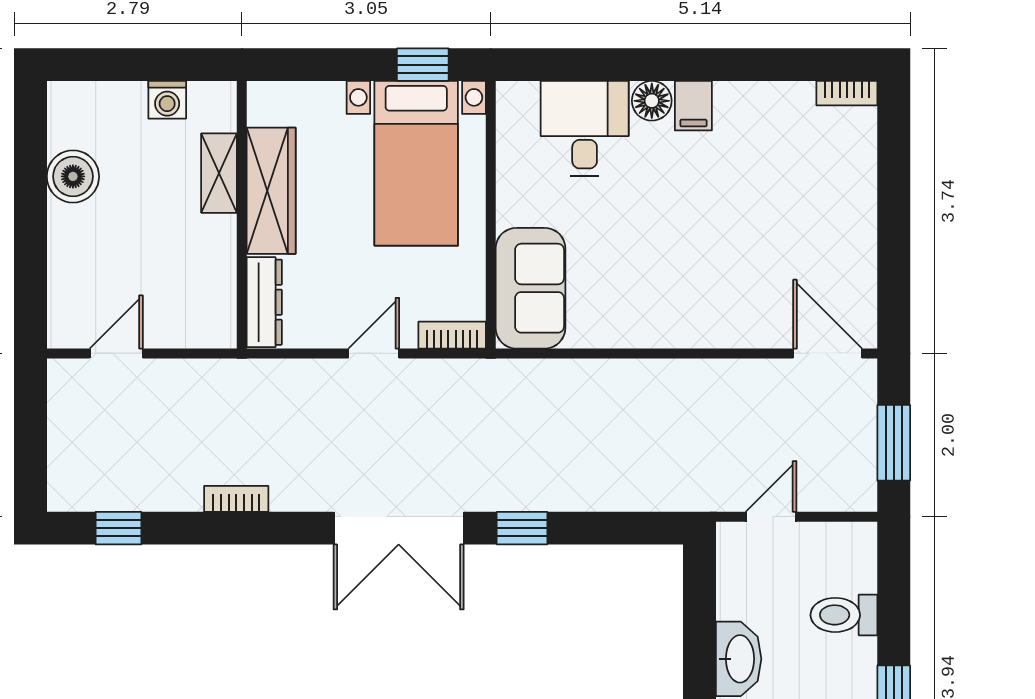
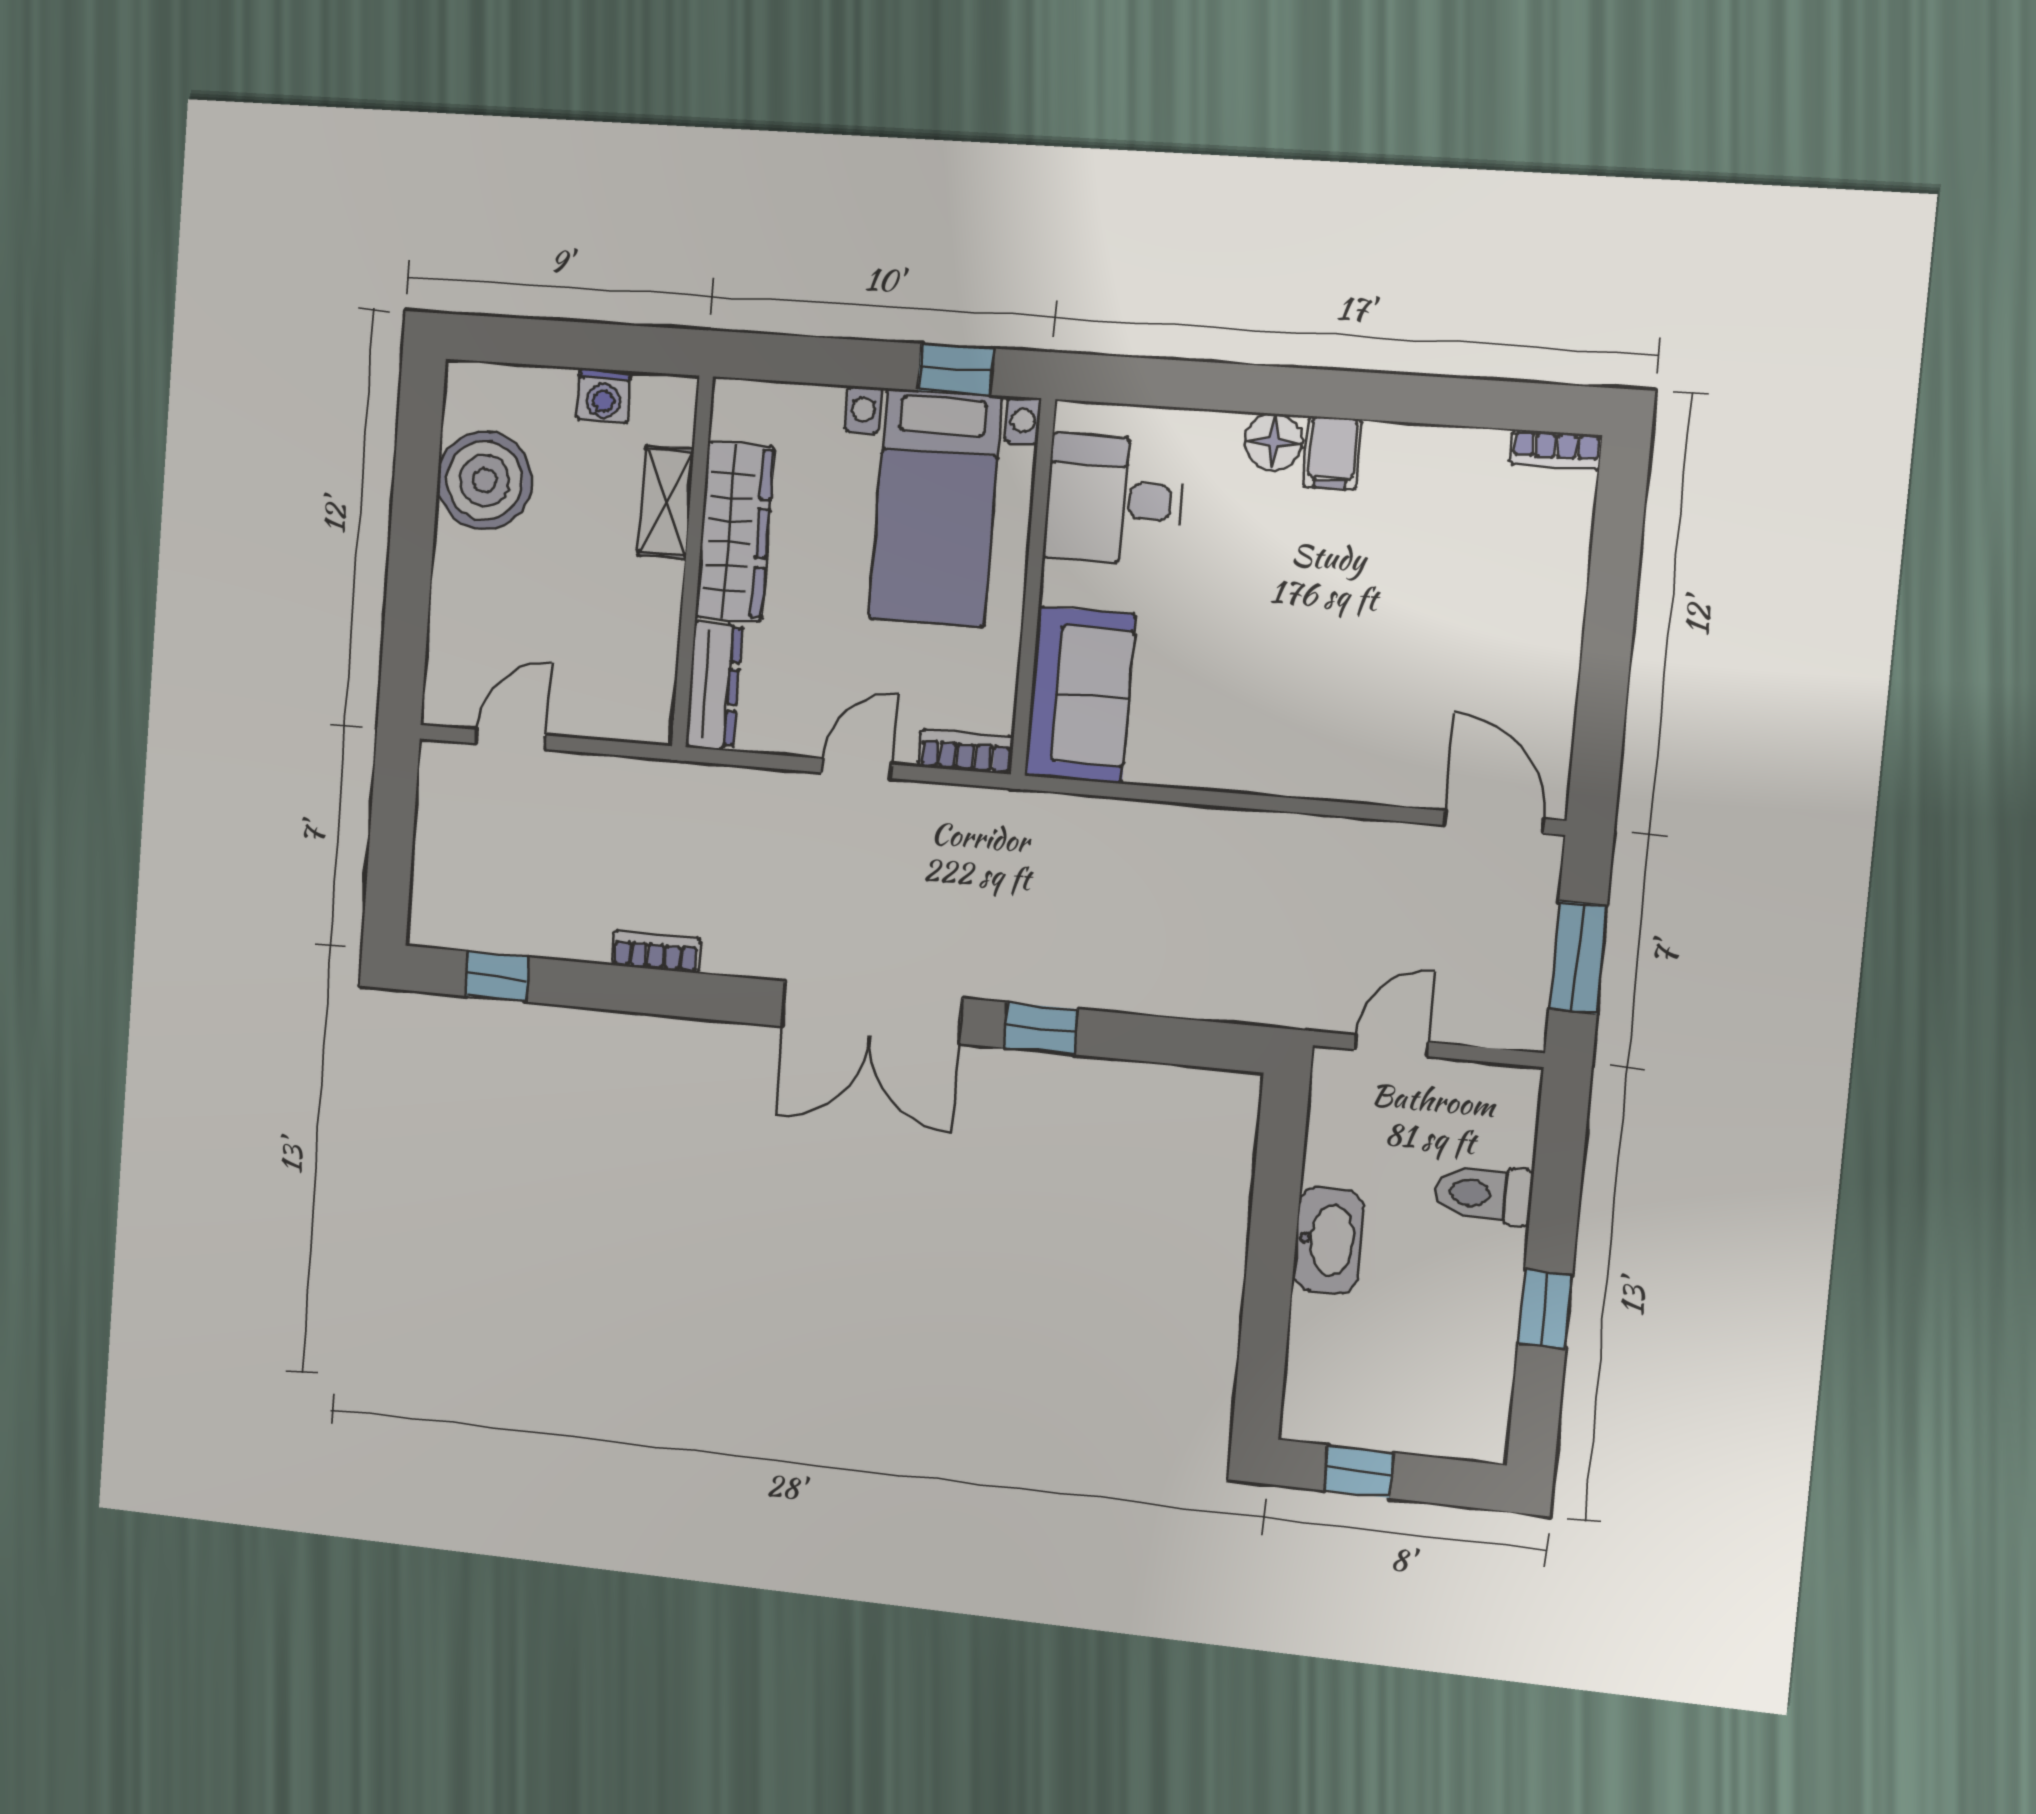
desk: (585, 128) -> (1114, 499), moved, turned -90
boiler: (73, 176) -> (485, 480), width x1.37, depth x1.37

